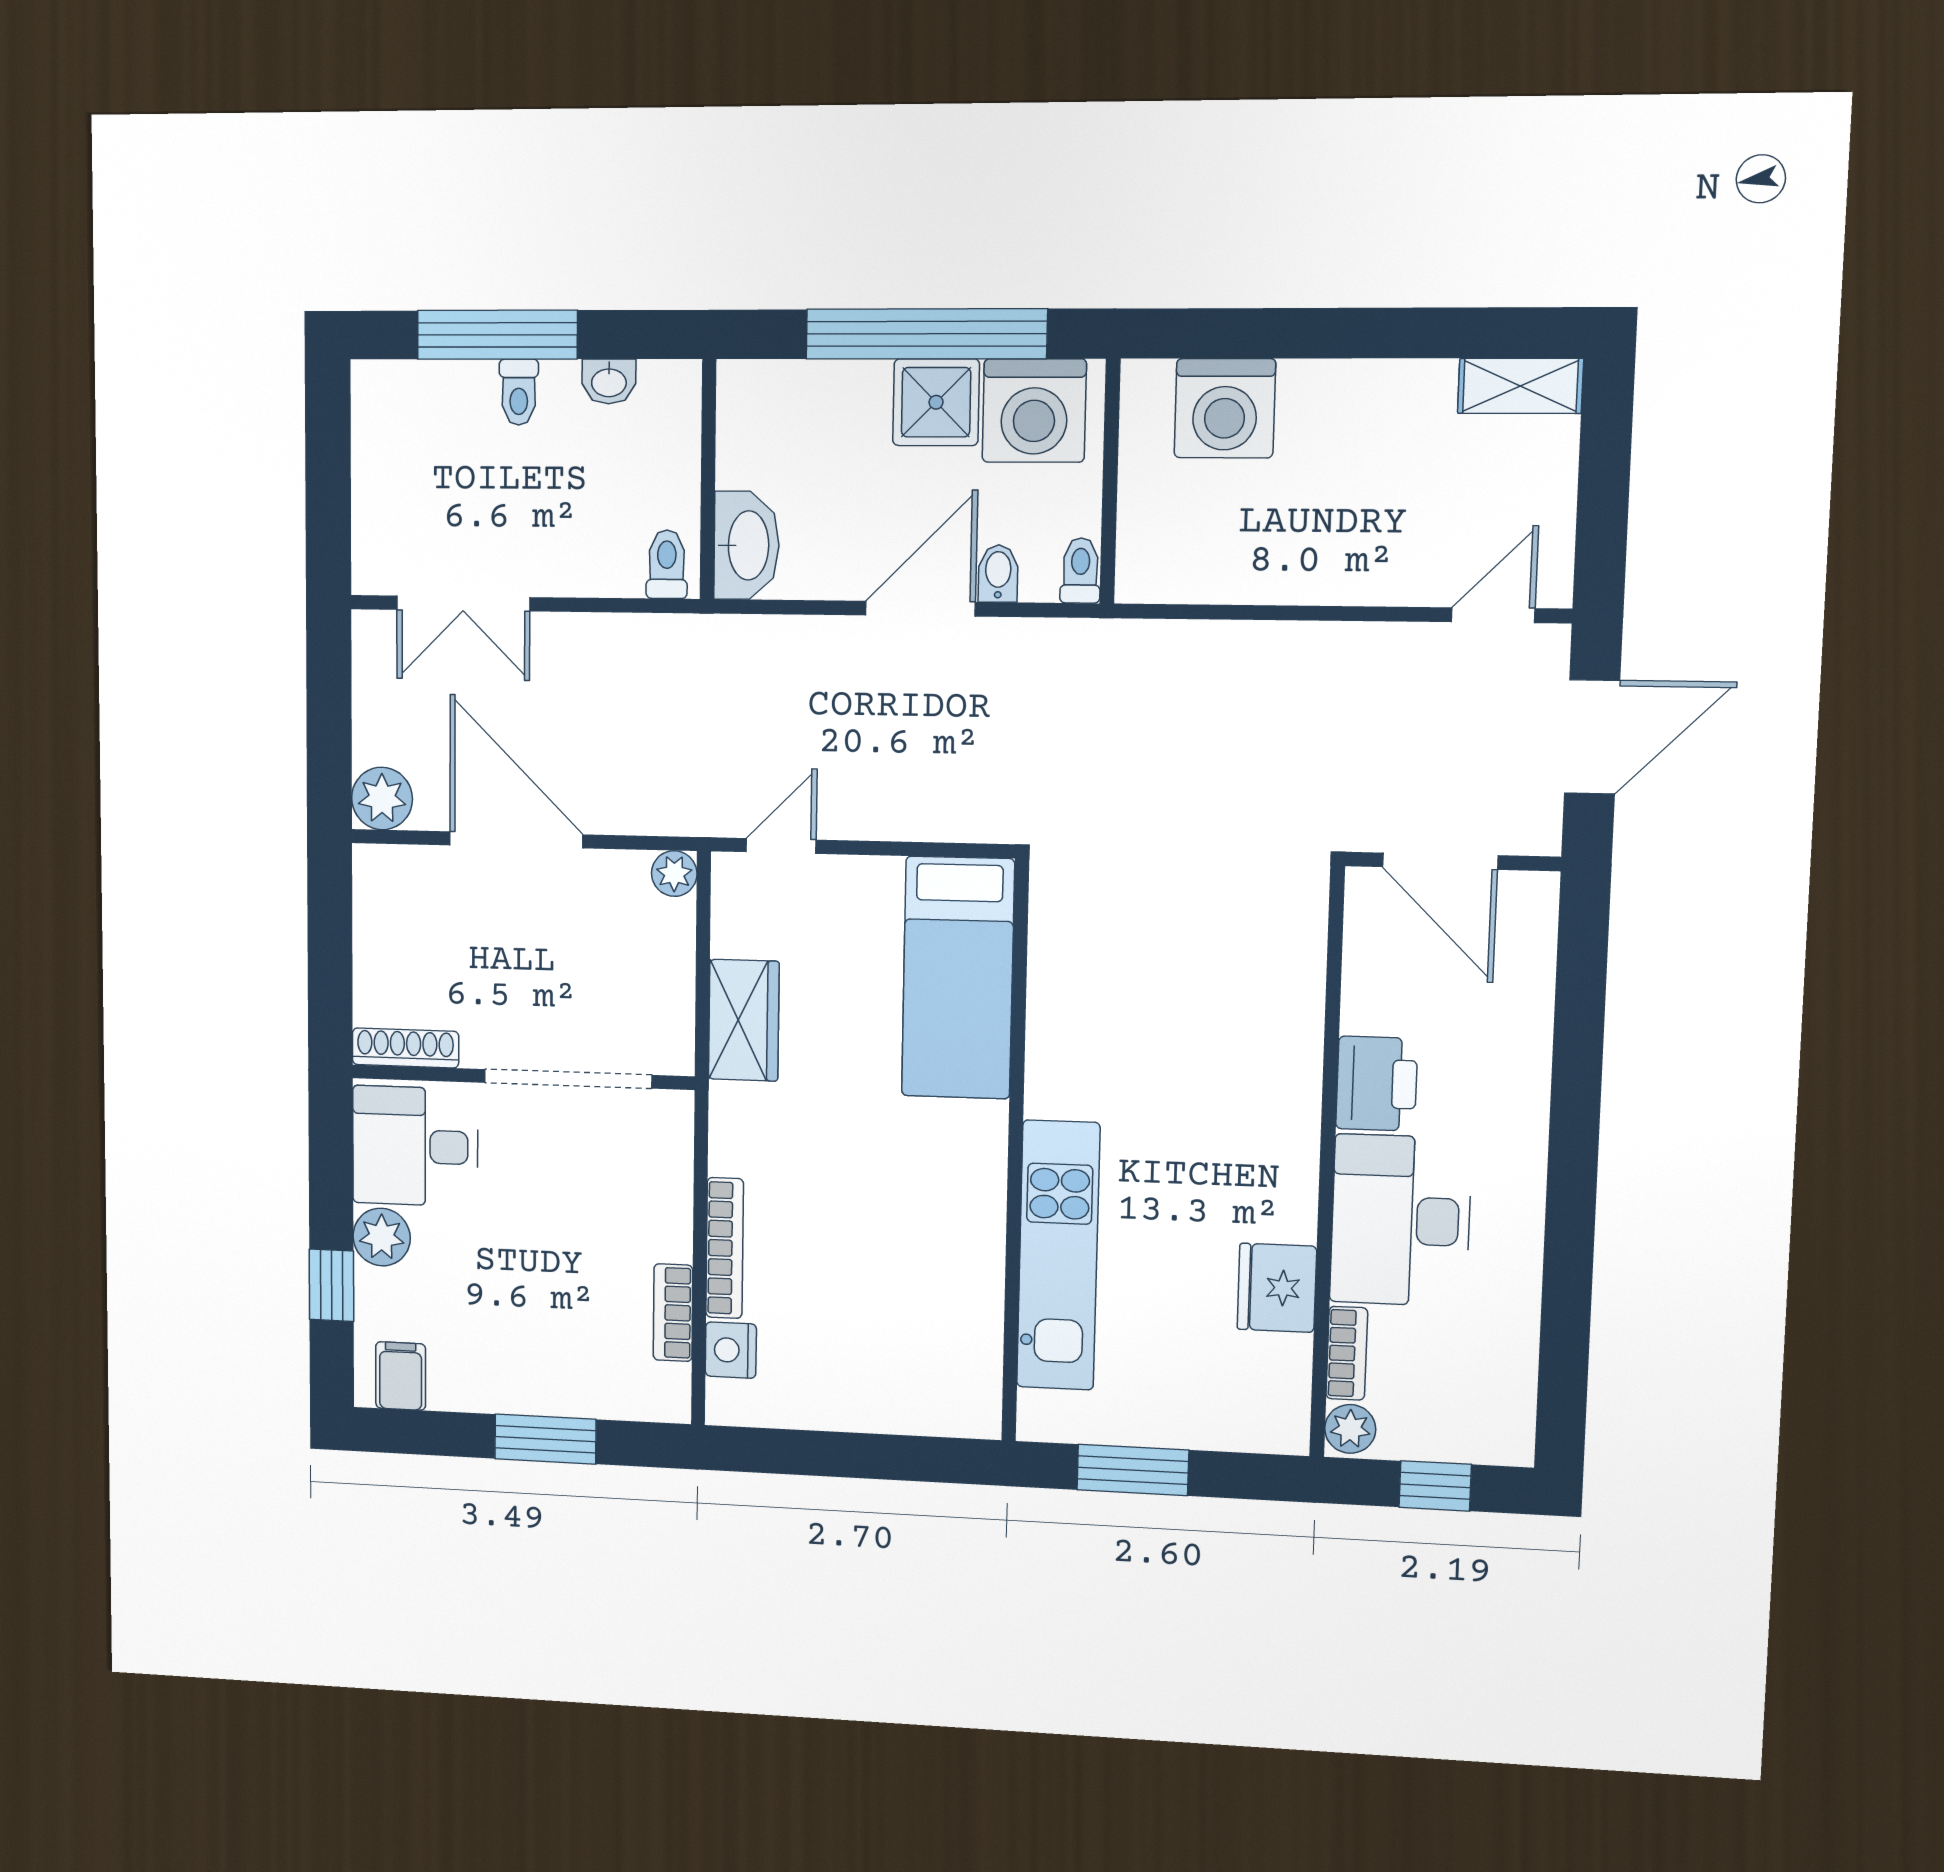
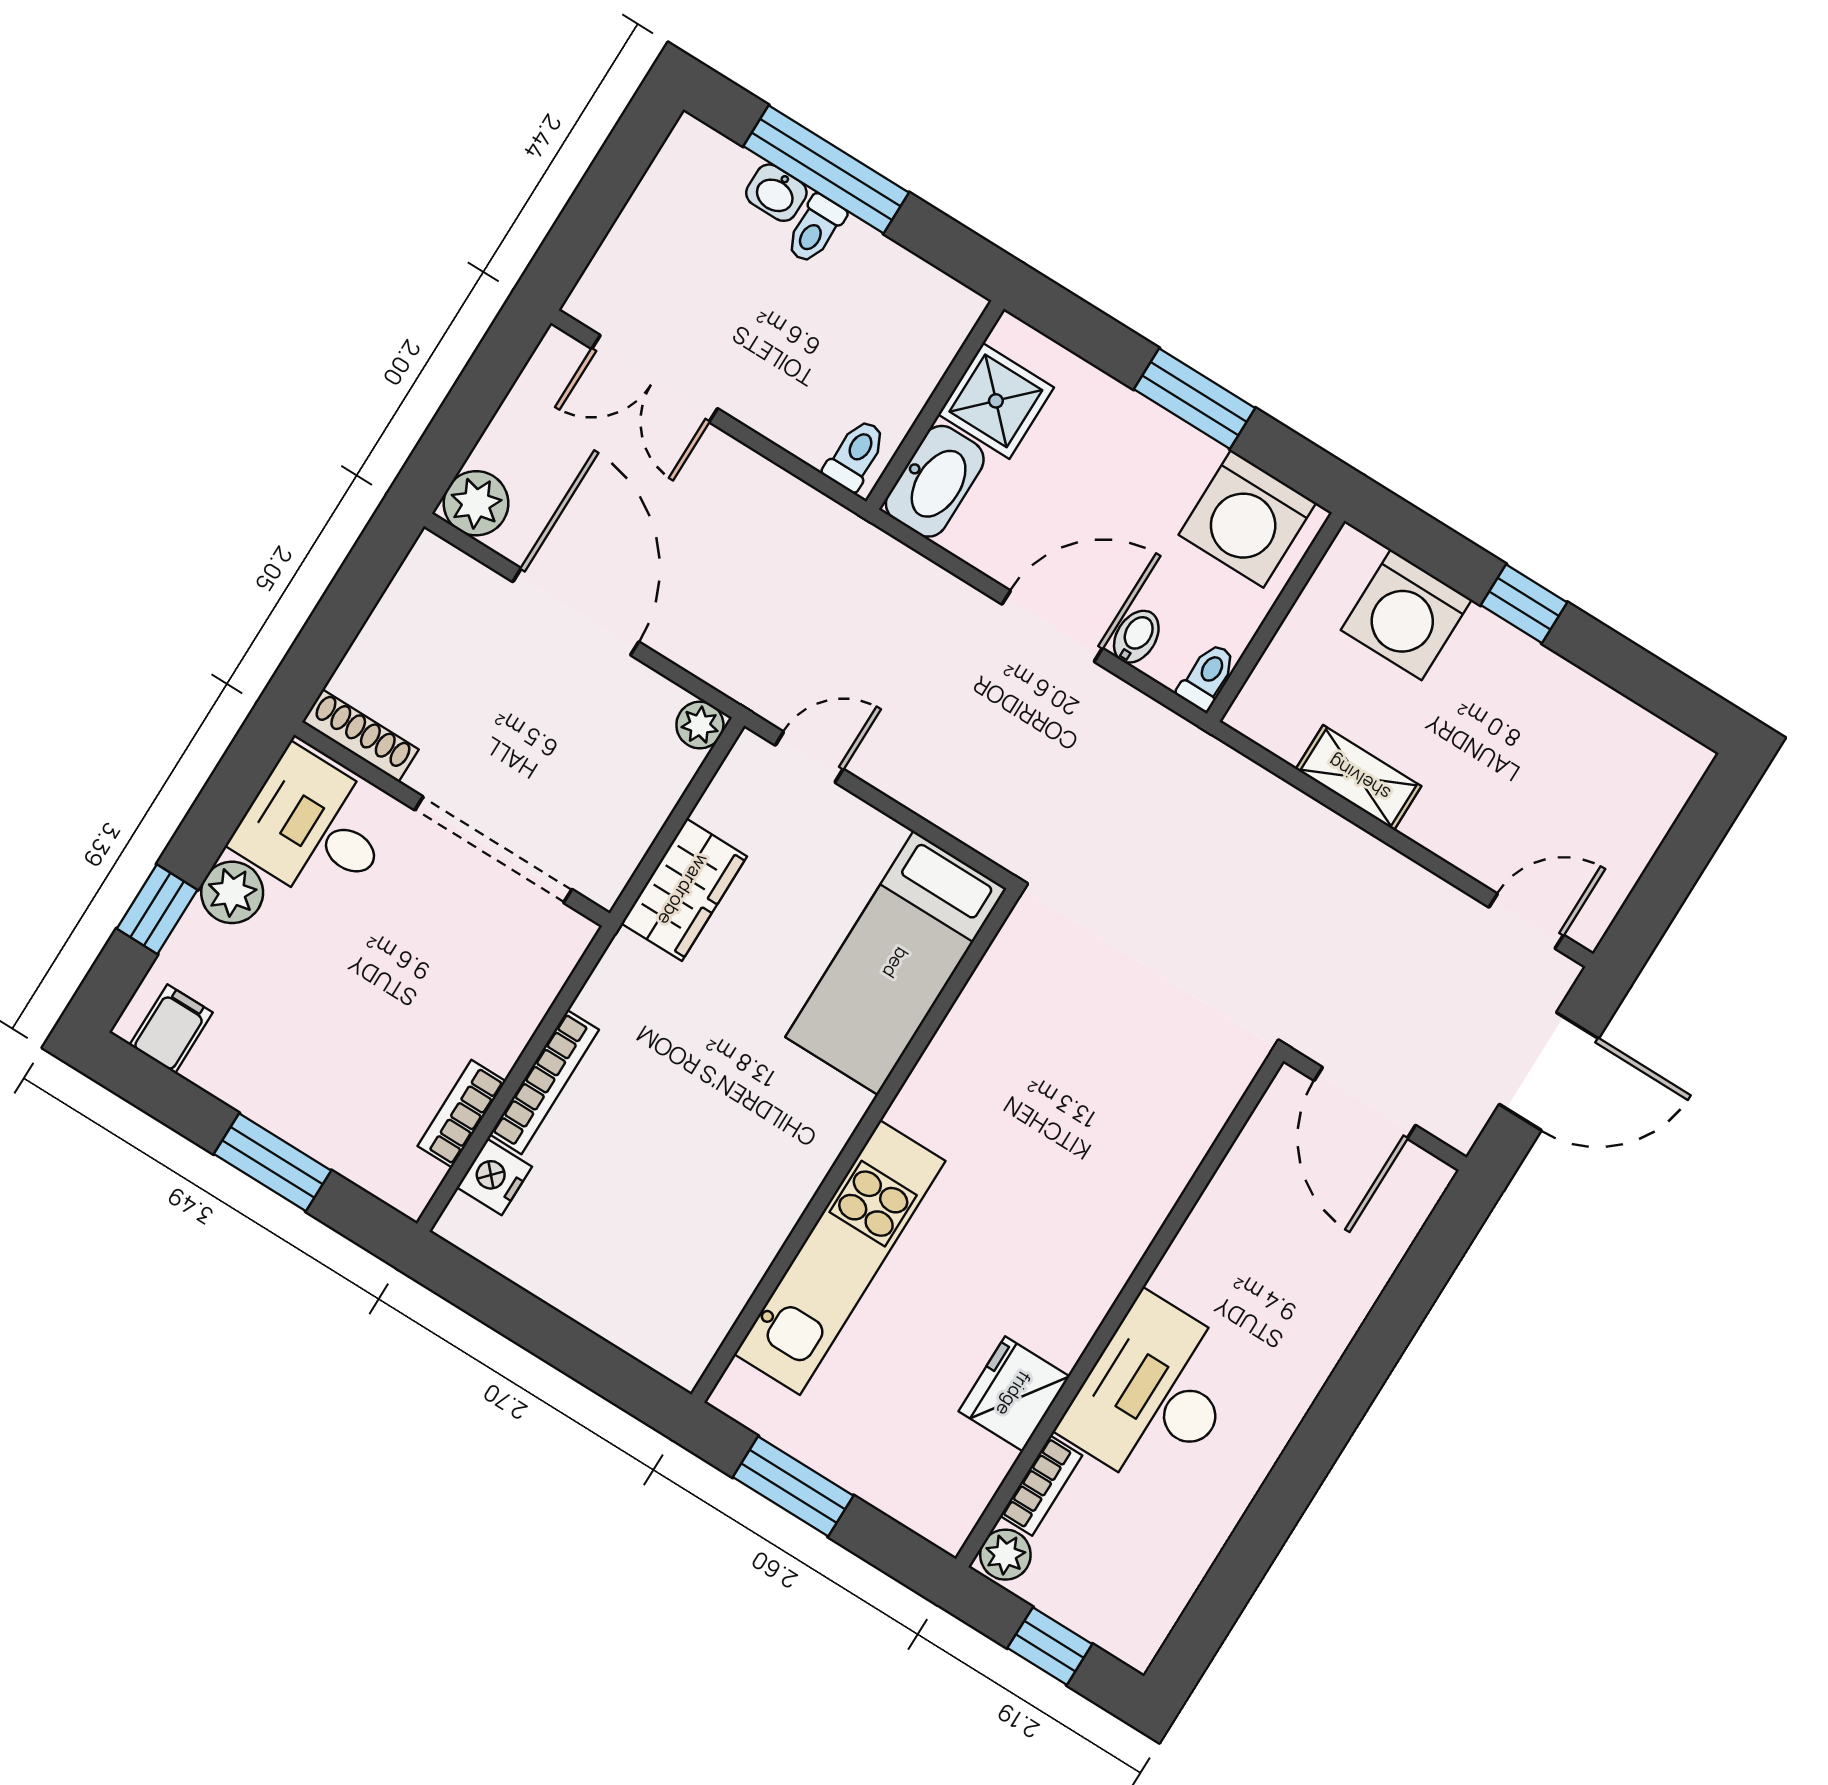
window: (1325, 333) -> (1524, 604), added
window: (926, 334) -> (1195, 399), width x0.47
washbasin: (609, 381) -> (776, 193), moved
shelving: (1520, 386) -> (1359, 778), moved
shower: (936, 402) -> (996, 401), moved
printer: (1377, 1084) -> (1202, 1263), removed

